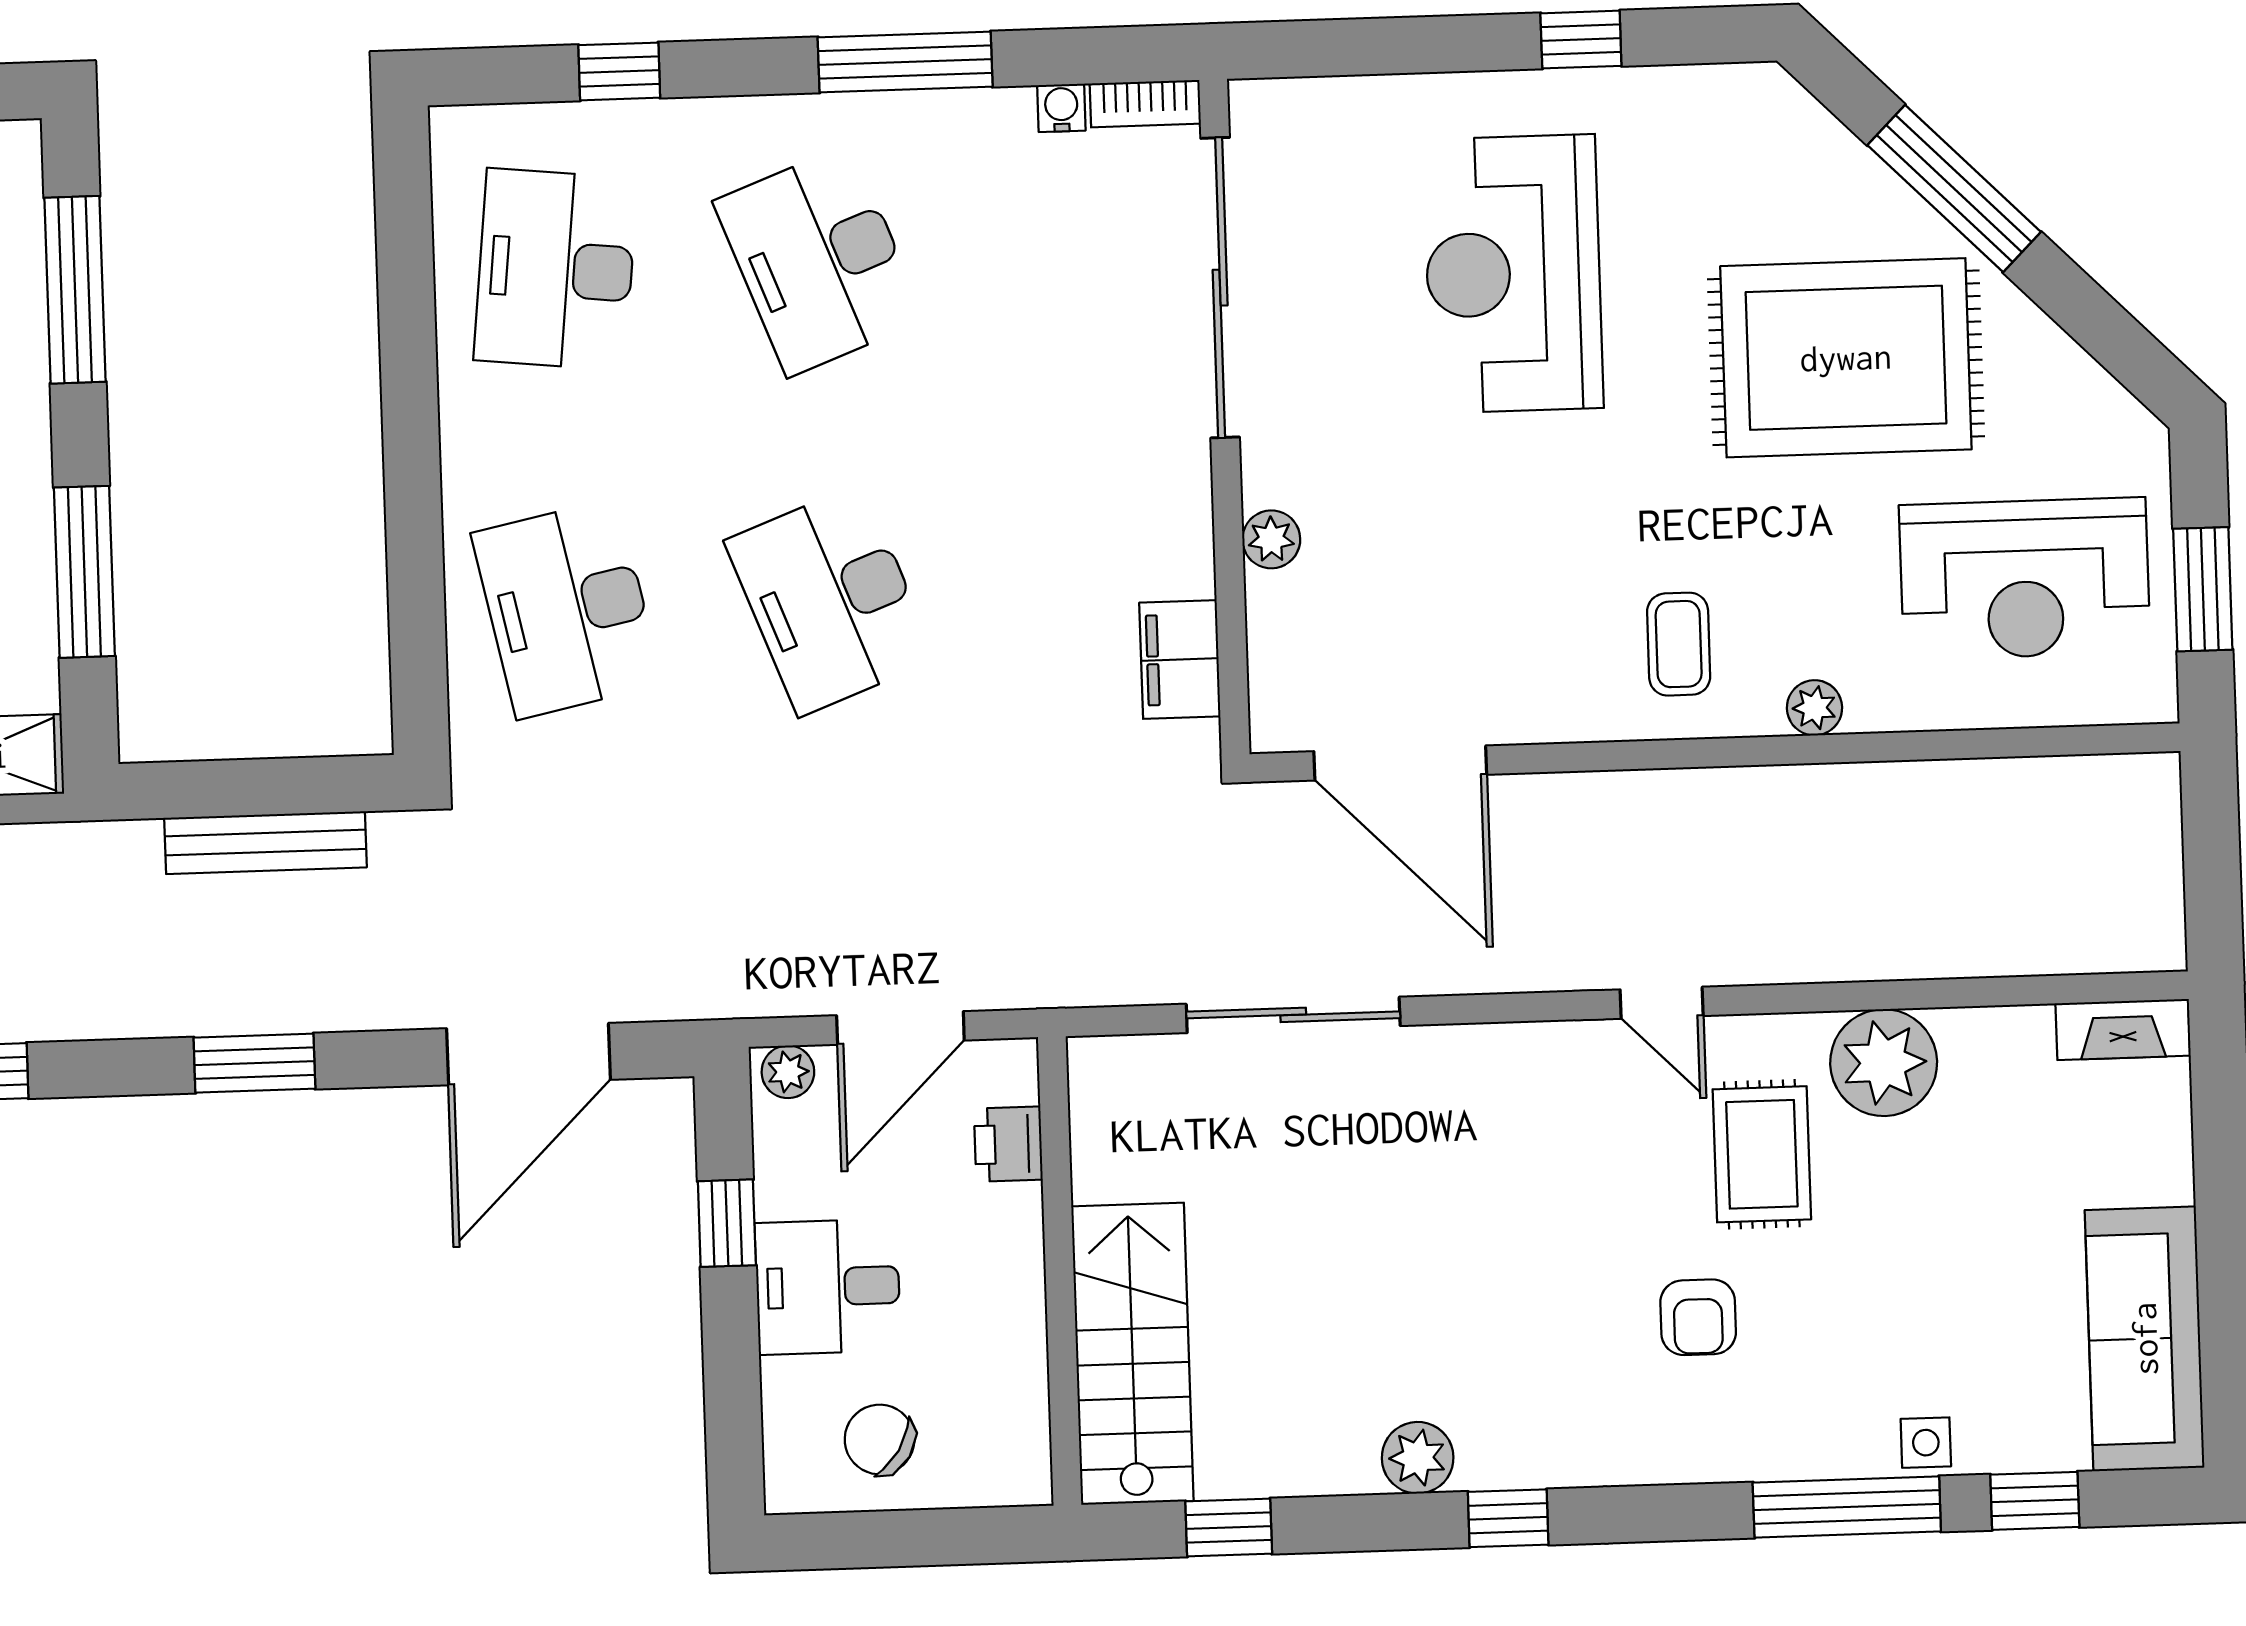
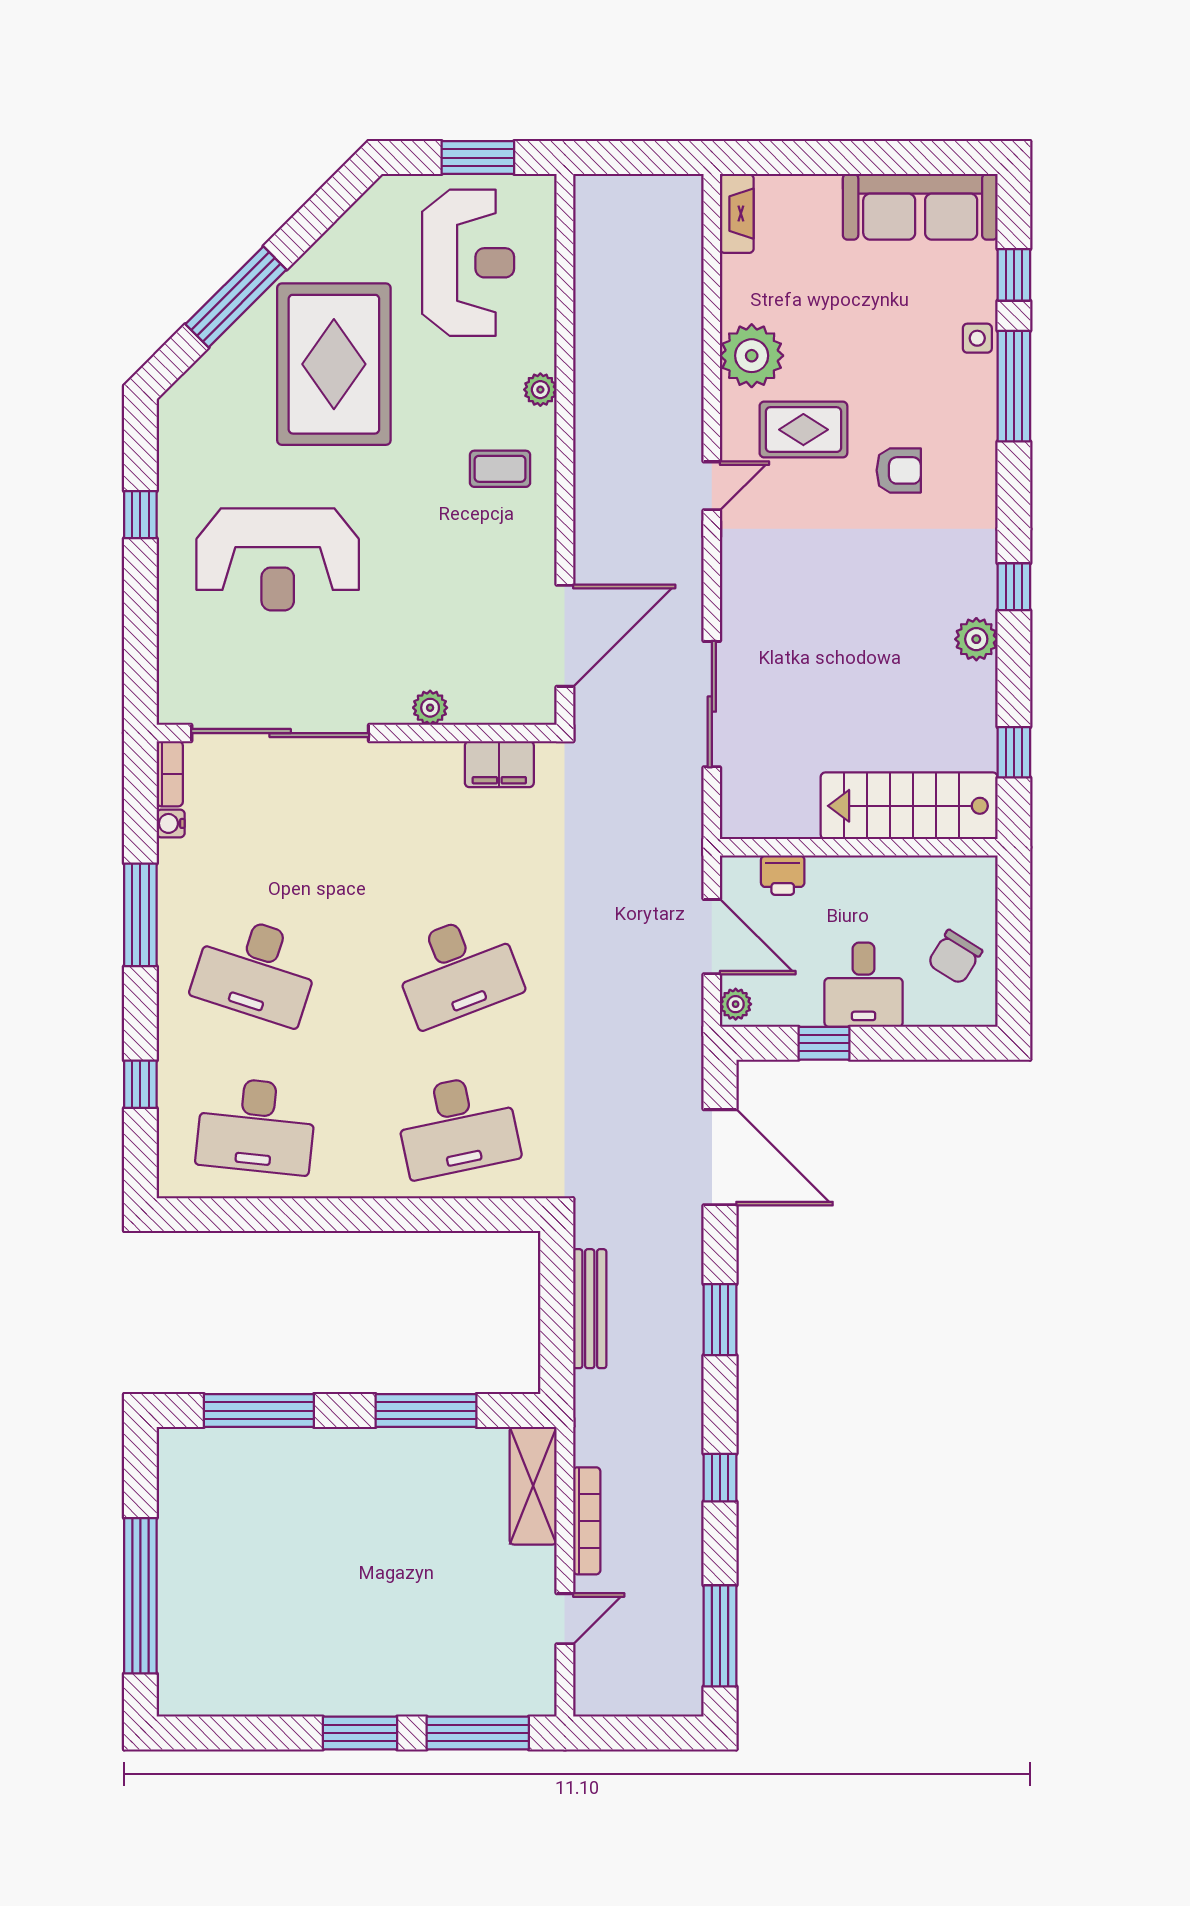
desk: (819, 261) -> (256, 970), turned 39

